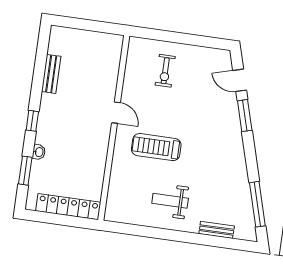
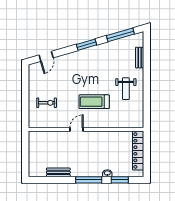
window: (245, 116) -> (86, 45), moved
window: (32, 121) -> (89, 180), width x2.17
treadmill: (156, 147) -> (94, 102), turned 90

